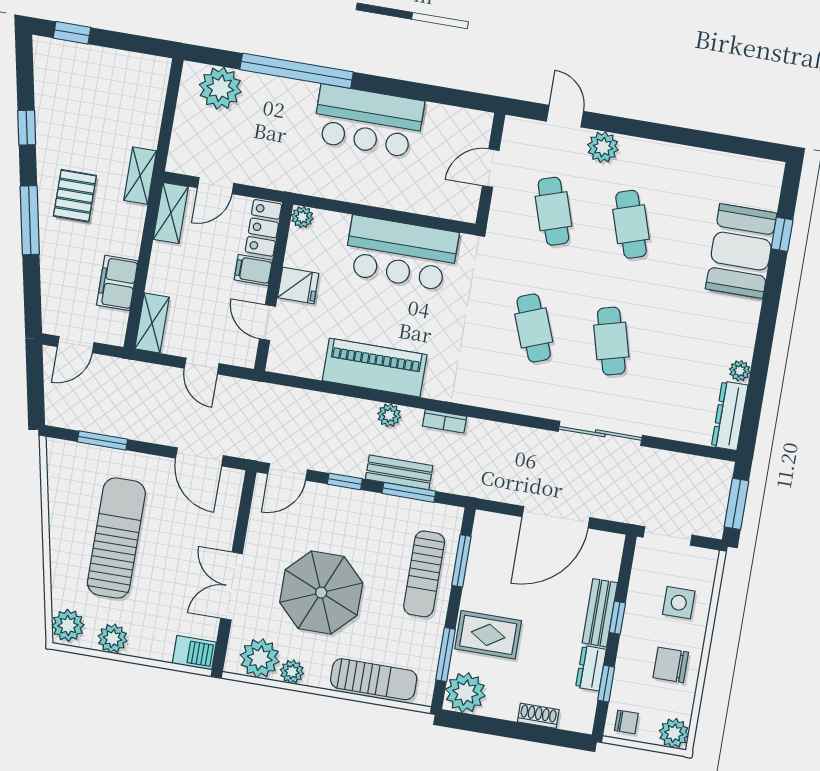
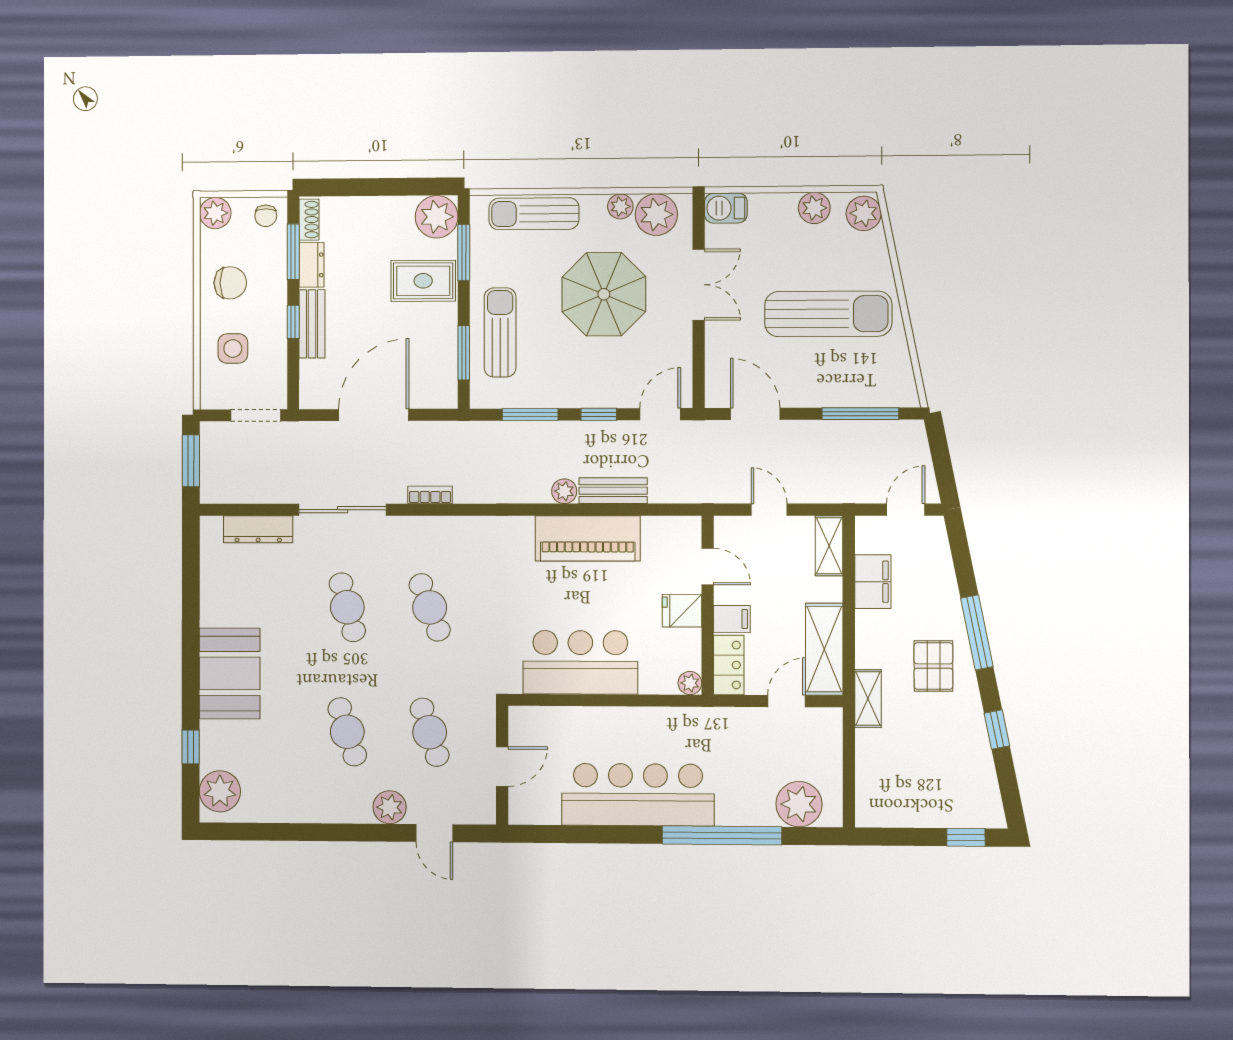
bar counter: (368, 121) -> (638, 795), width x1.36
shelving: (171, 213) -> (824, 649), width x1.50, depth x1.33
booth: (741, 251) -> (230, 673), moved
plant: (740, 371) -> (220, 791), moved, width x1.88, depth x1.88
dresser: (730, 416) -> (258, 529), moved, turned 90
bookcase: (445, 421) -> (430, 495), moved
window: (102, 440) -> (860, 414), width x1.44
bench: (399, 472) -> (613, 491), moved
sun lounger: (116, 538) -> (828, 314), turned -90
window: (606, 684) -> (293, 252), width x1.50
shoe rack: (538, 716) -> (309, 220), moved, turned -90
chair: (626, 722) -> (266, 216), turned -90

